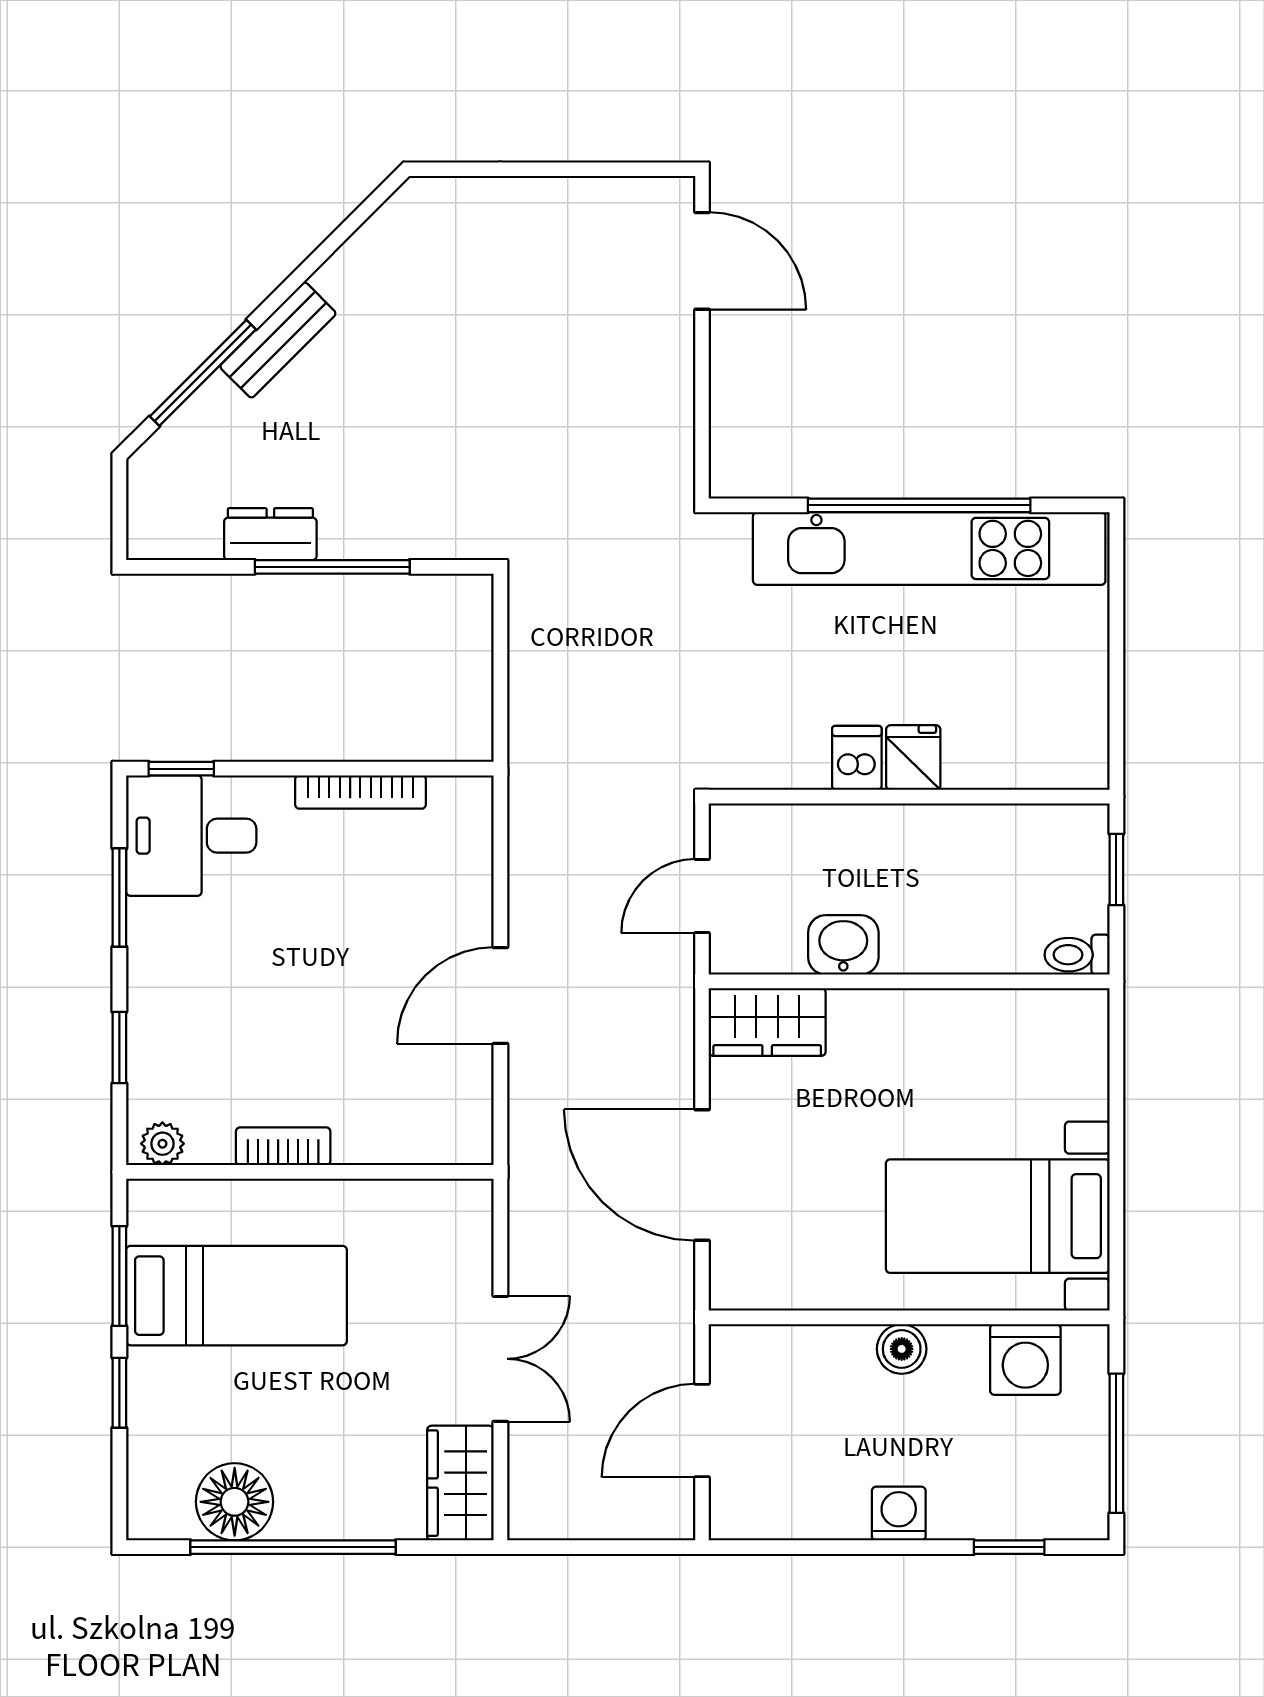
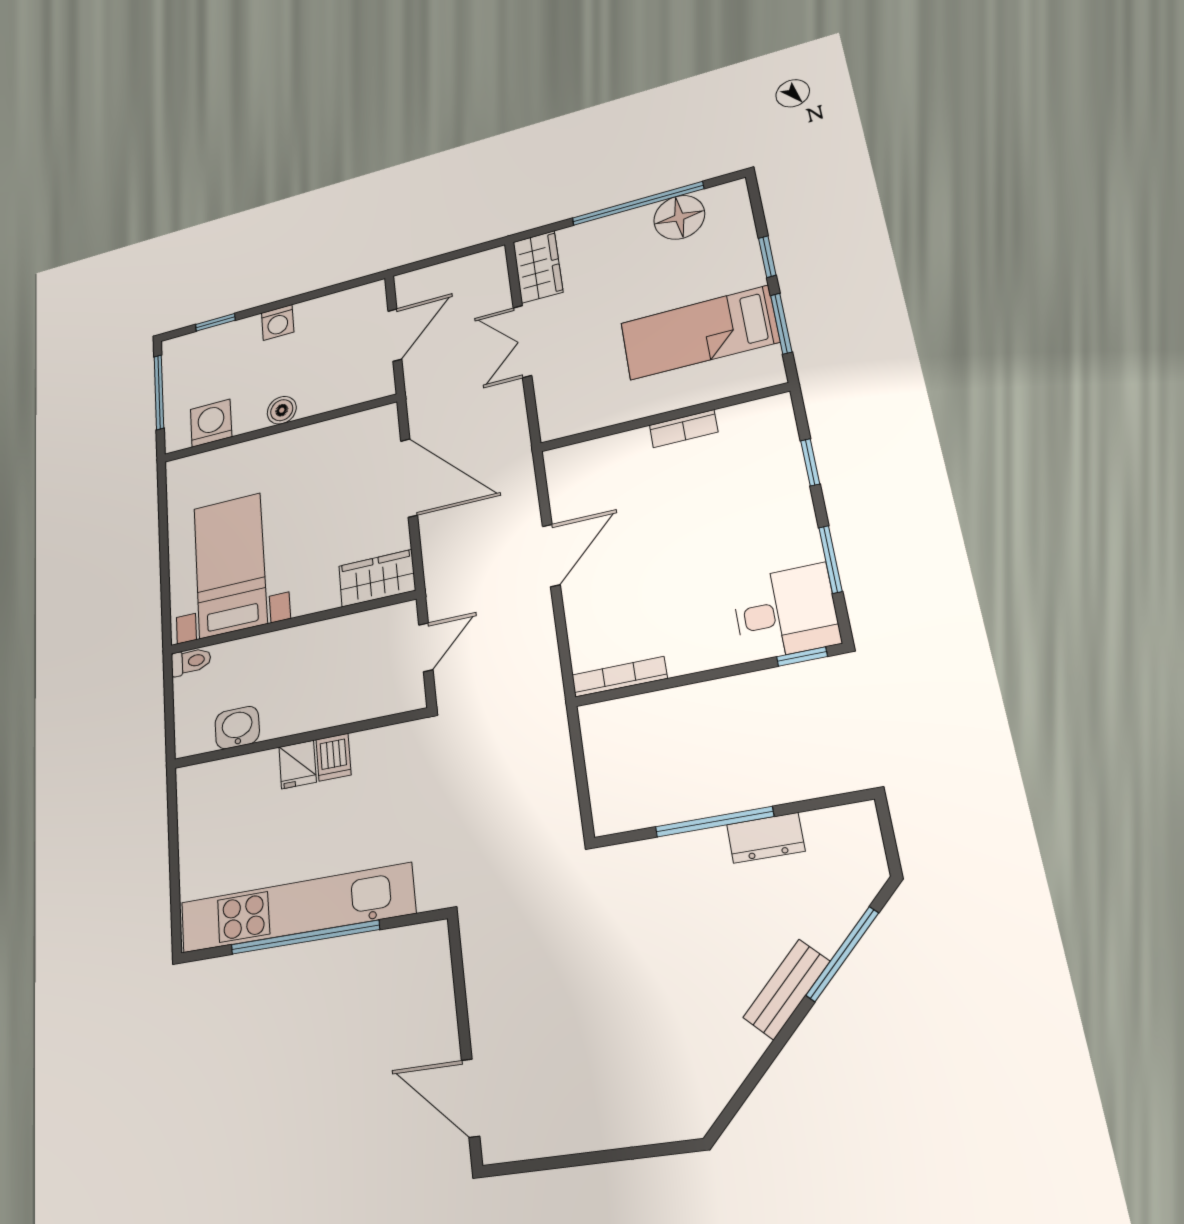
bookcase: (360, 792) -> (619, 677), moved
window: (1116, 869) -> (169, 719), removed
washbasin: (843, 945) -> (237, 728), moved, turned 180
plant: (162, 1144) -> (767, 410), removed
bed with nightstands: (998, 1216) -> (230, 565), moved, turned -90

